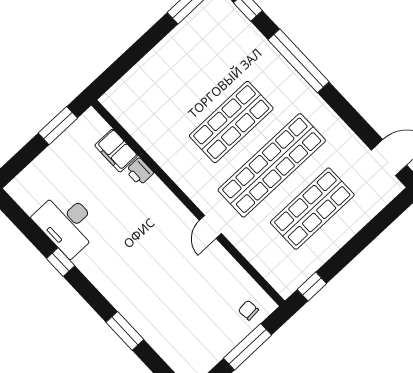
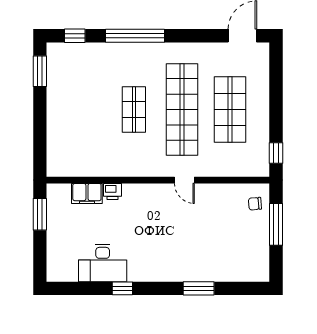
shop shelf: (231, 122) -> (134, 110), width x0.70, depth x0.74

